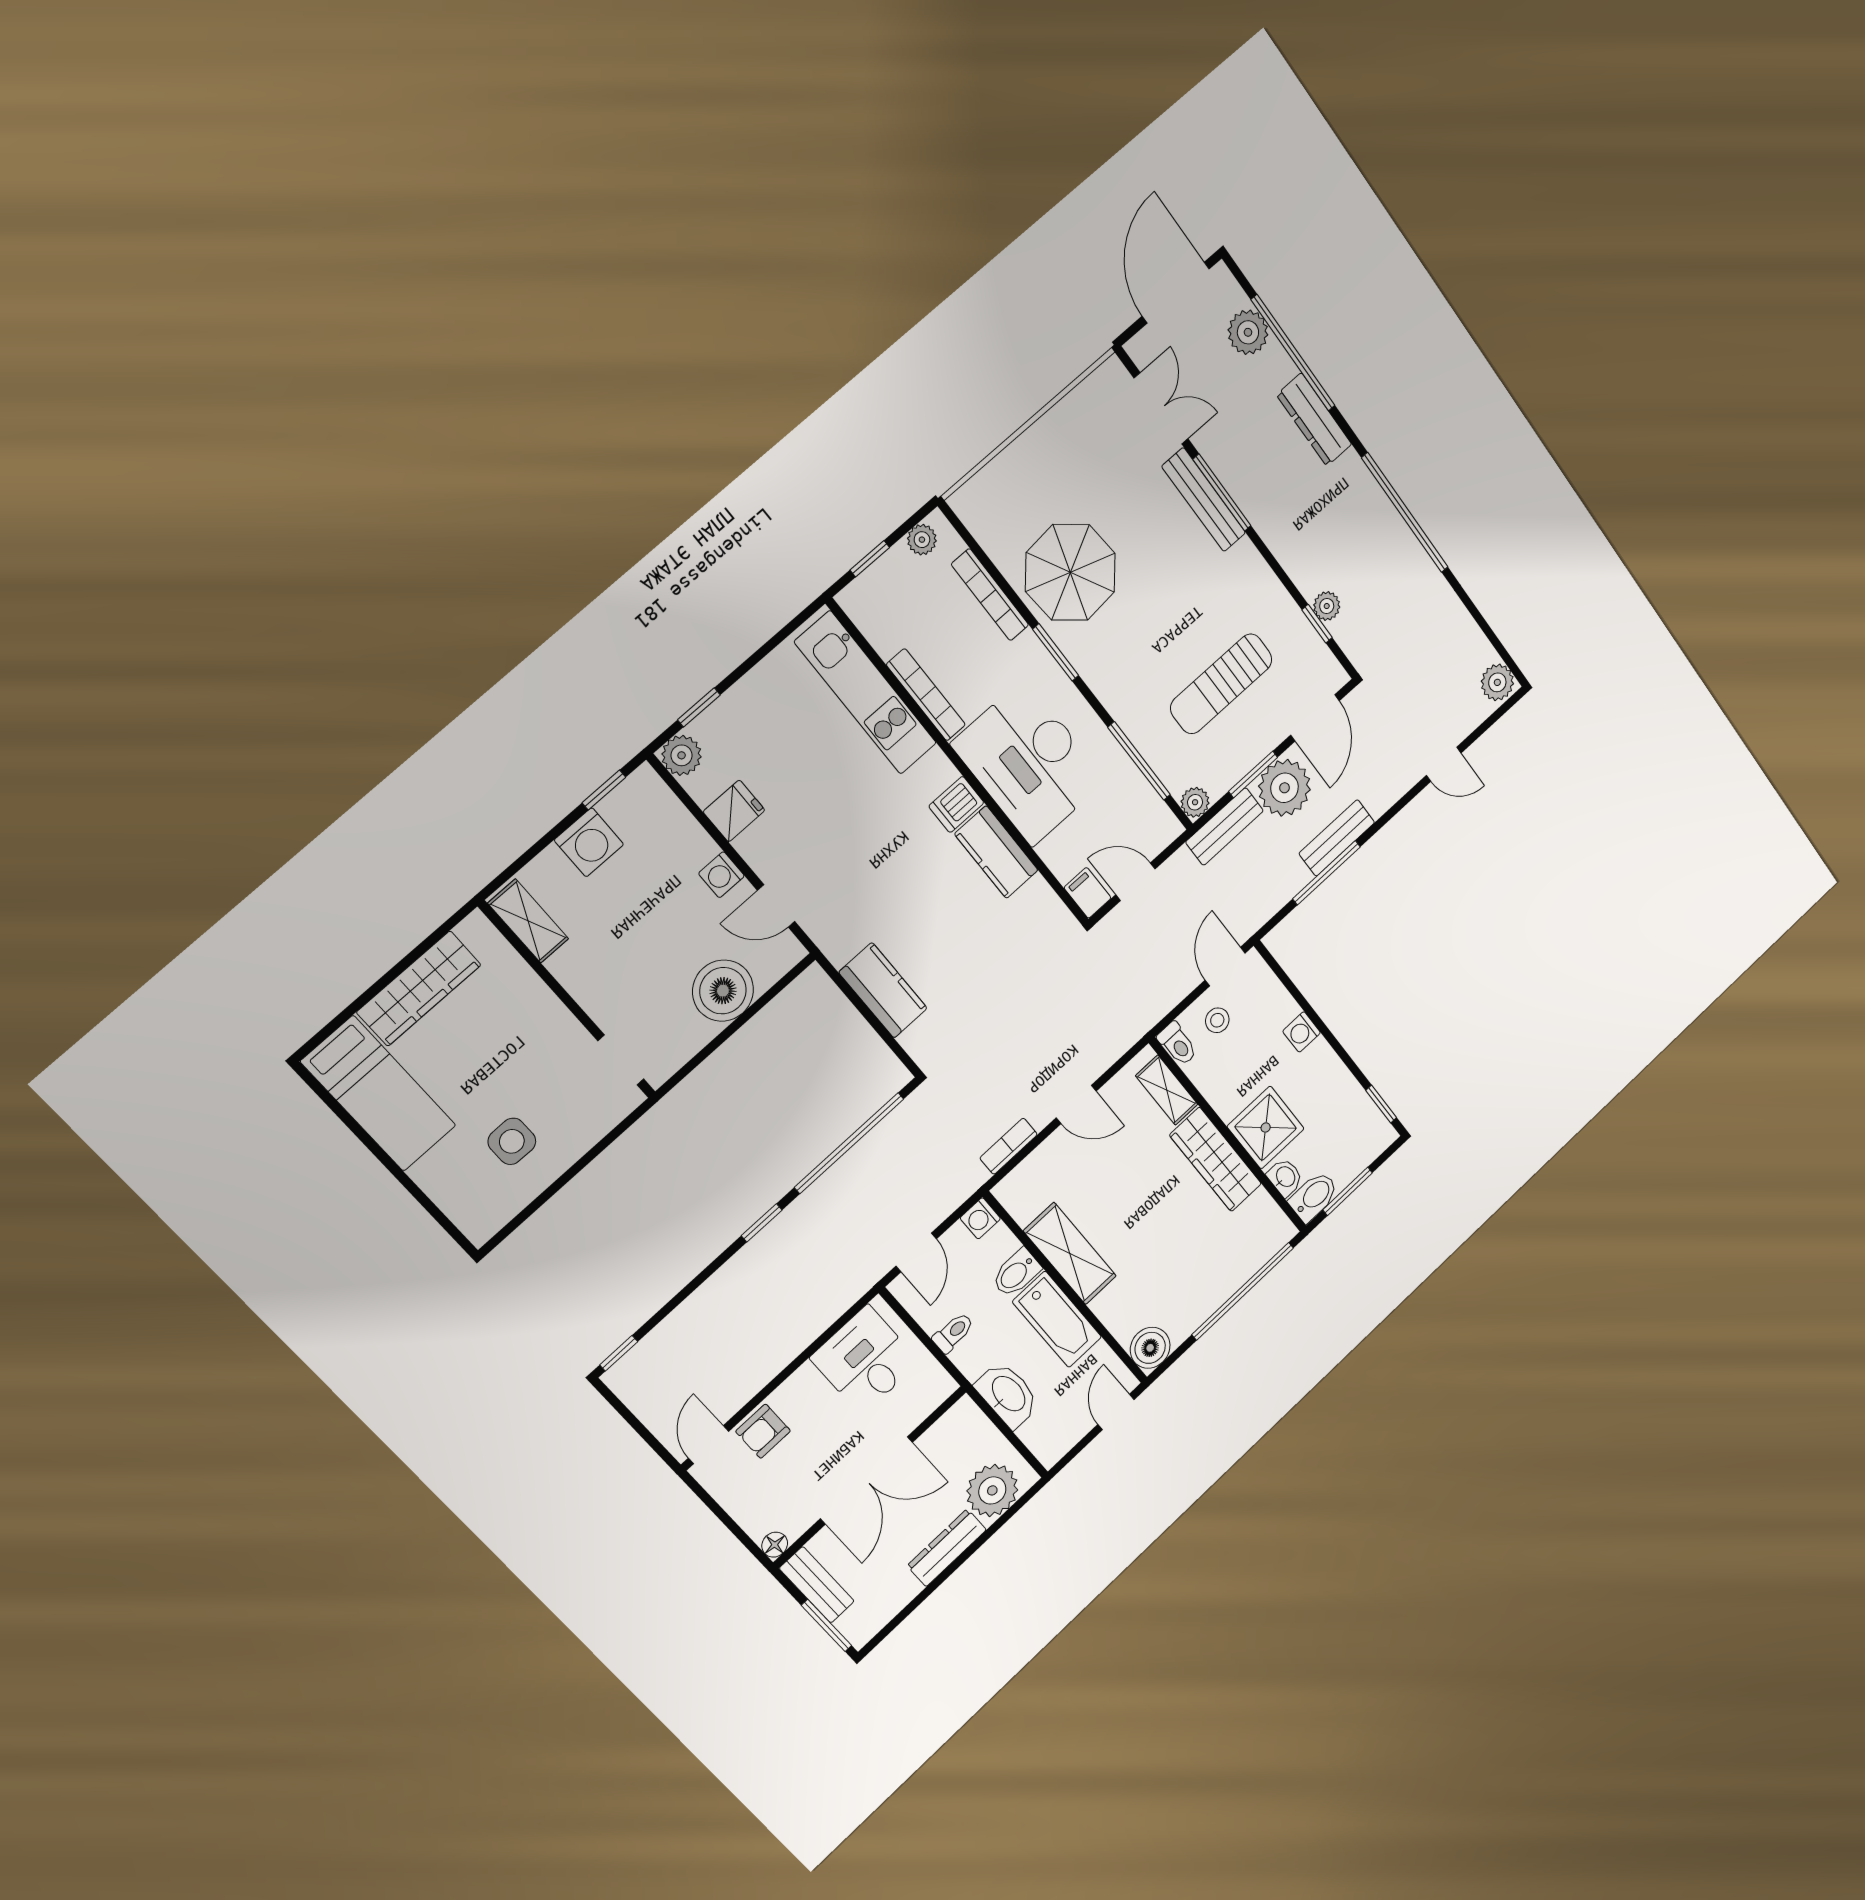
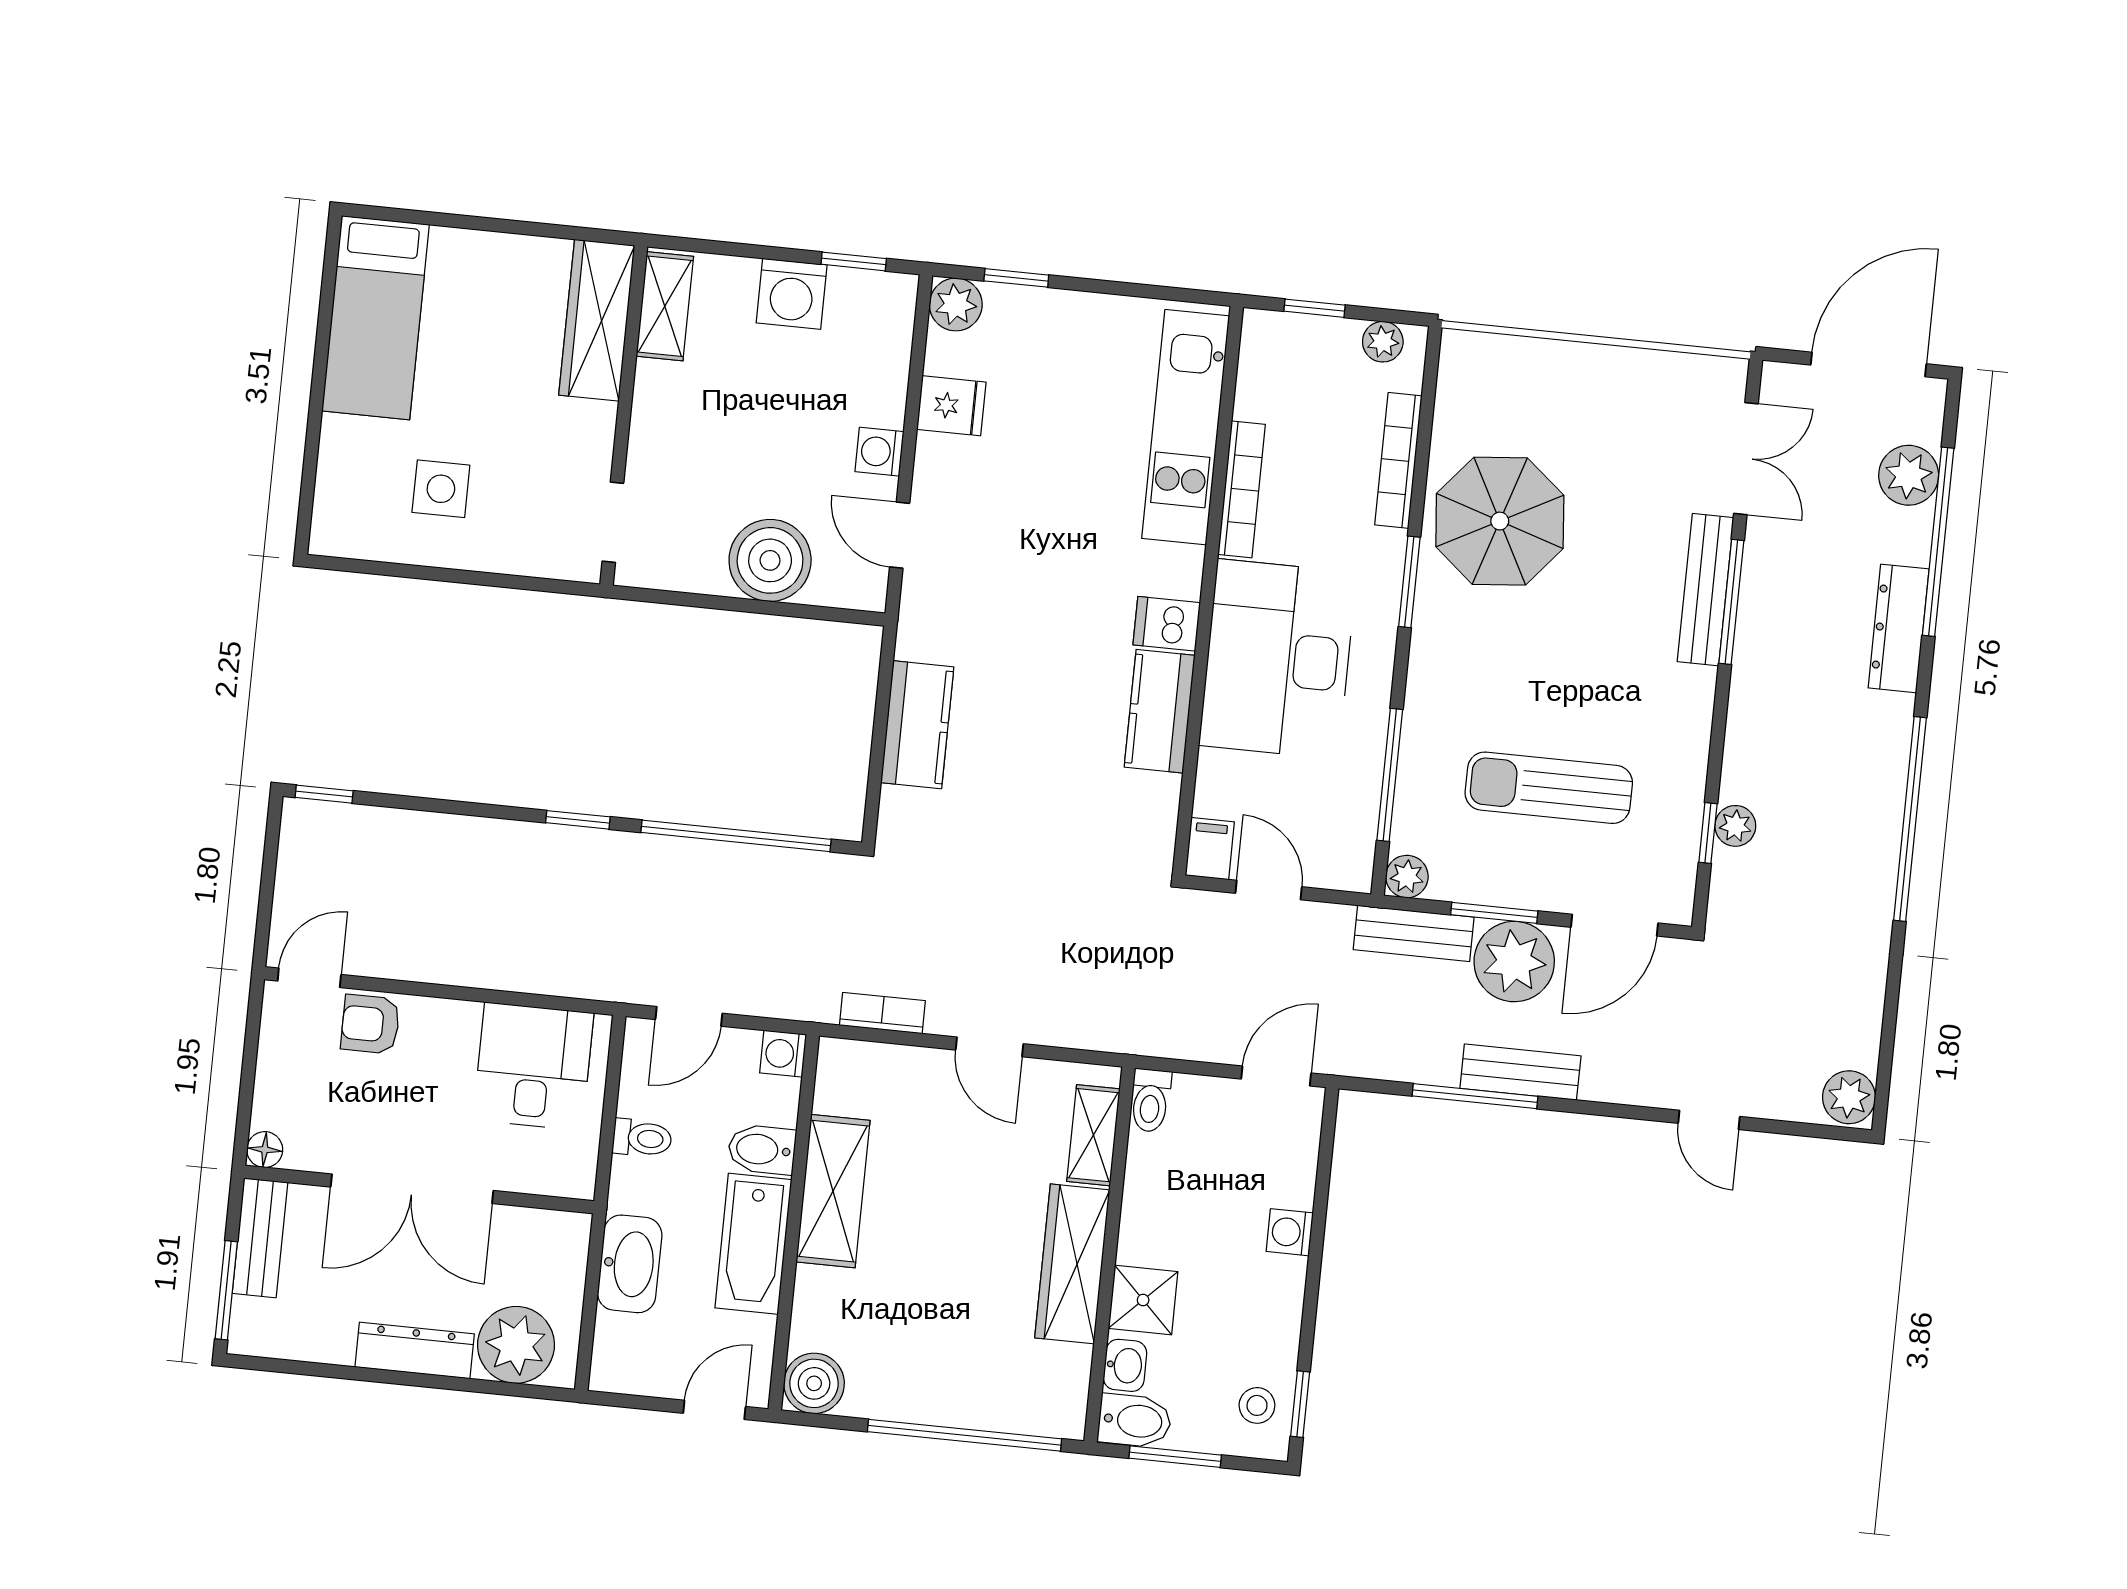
wardrobe: (419, 988) -> (597, 320), moved, turned 90
stool: (1217, 1020) -> (1257, 1405), moved
shower: (1266, 1127) -> (1143, 1300), width x0.73, depth x0.73

